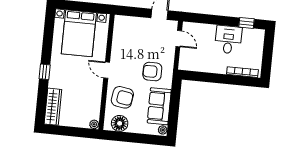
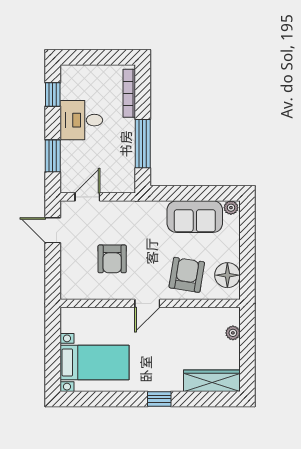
window: (207, 19) -> (53, 156), added
bed with nightstands: (79, 33) -> (94, 362), width x0.73
armchair: (152, 72) -> (112, 259), moved
window: (209, 77) -> (143, 144), added
plant: (94, 124) -> (233, 333), moved

